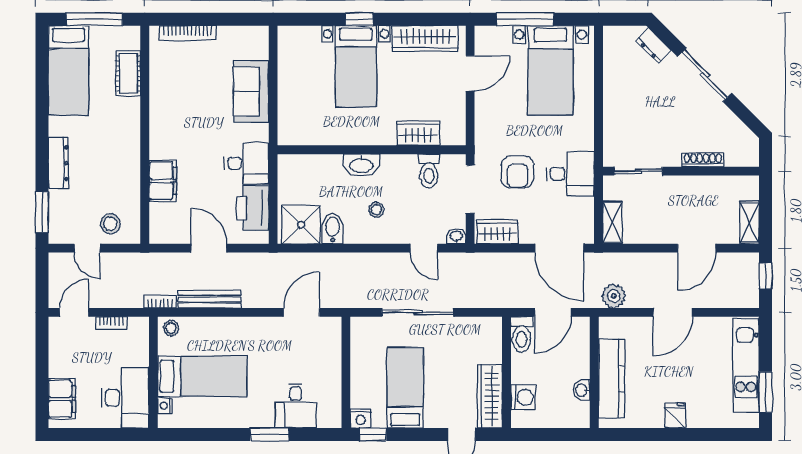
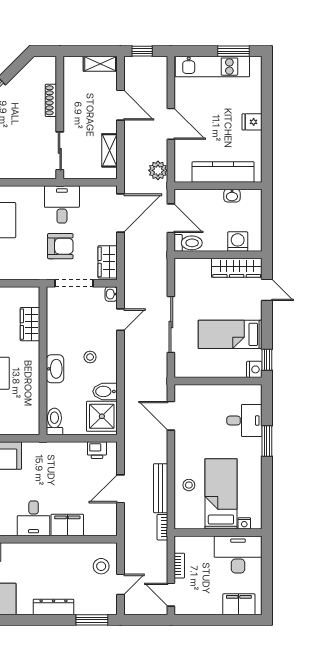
desk: (247, 163) -> (34, 518), moved, turned 180
toilet: (429, 171) -> (54, 421), moved, turned -90
printer: (253, 208) -> (97, 450), width x0.53, depth x0.68
shelving: (612, 223) -> (109, 150), moved, turned 90
stool: (171, 328) -> (189, 485), moved

